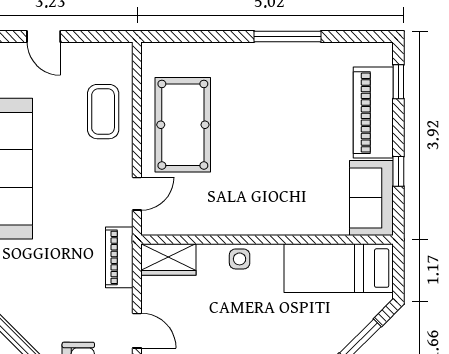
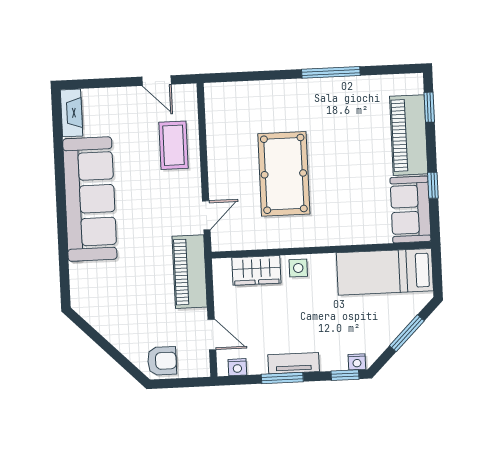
door: (44, 37) -> (157, 81), moved
pool table: (183, 125) -> (284, 174), moved
piano: (119, 257) -> (190, 272), width x1.37, depth x1.33
wardrobe: (168, 260) -> (256, 270), moved

